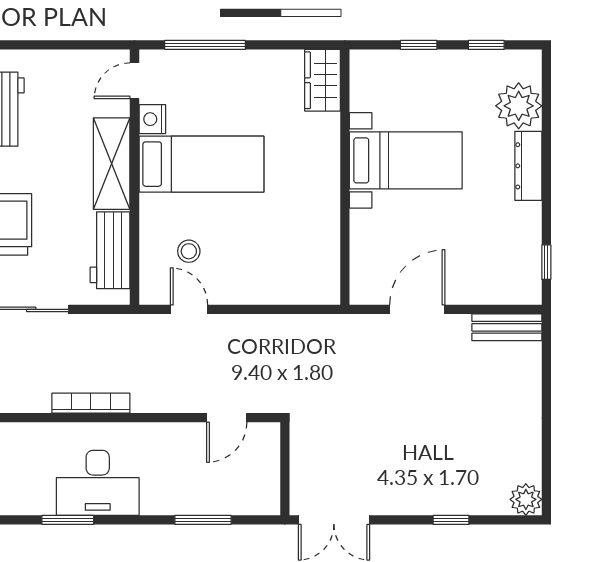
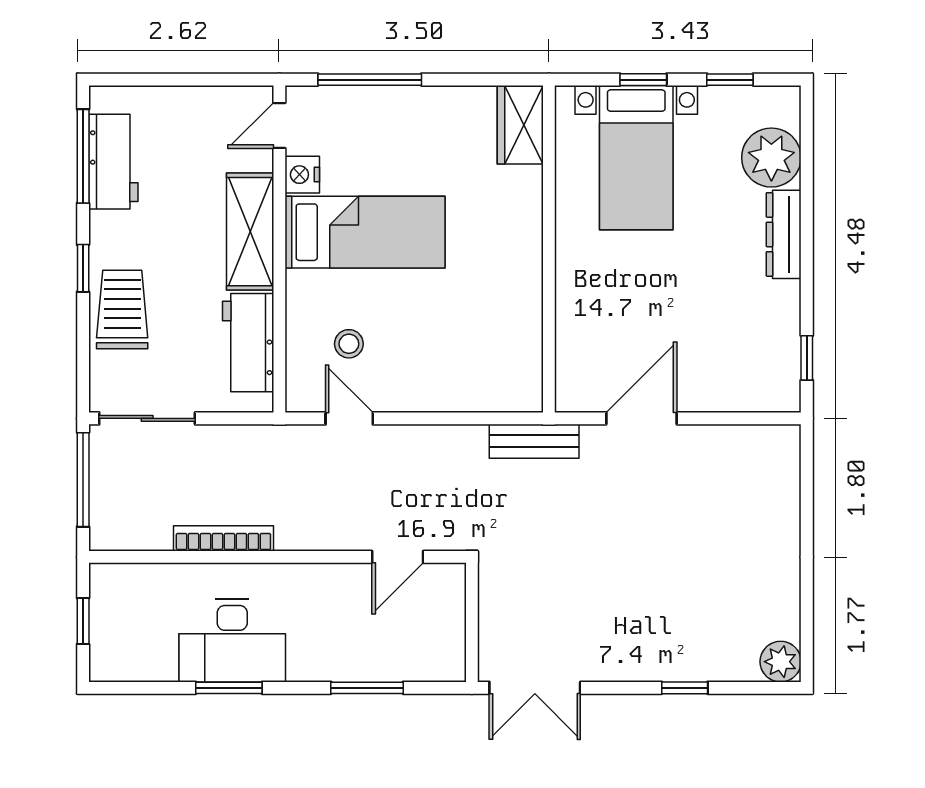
bed with nightstands: (406, 160) -> (636, 158), moved, turned 90
bench: (507, 327) -> (534, 441), moved
window: (68, 520) -> (229, 688), moved

